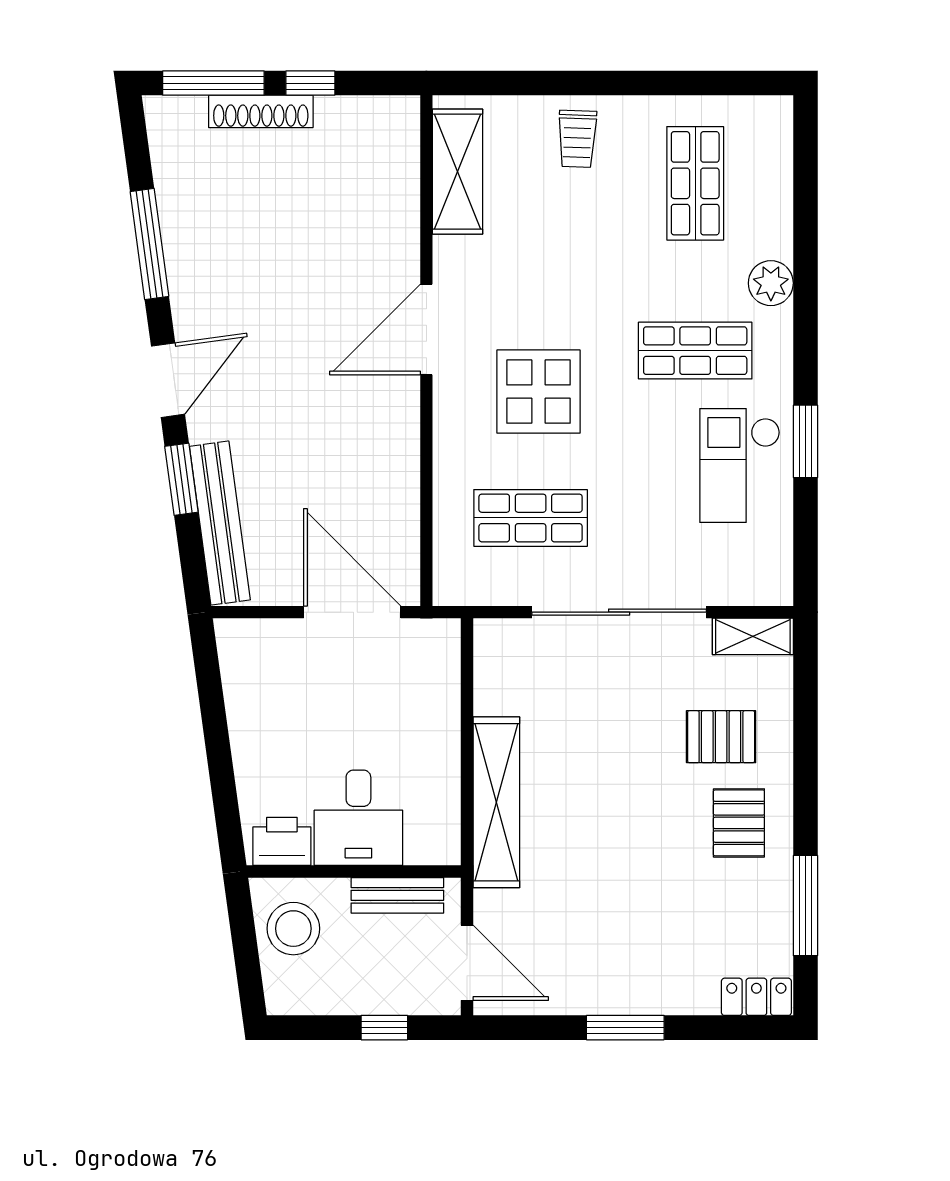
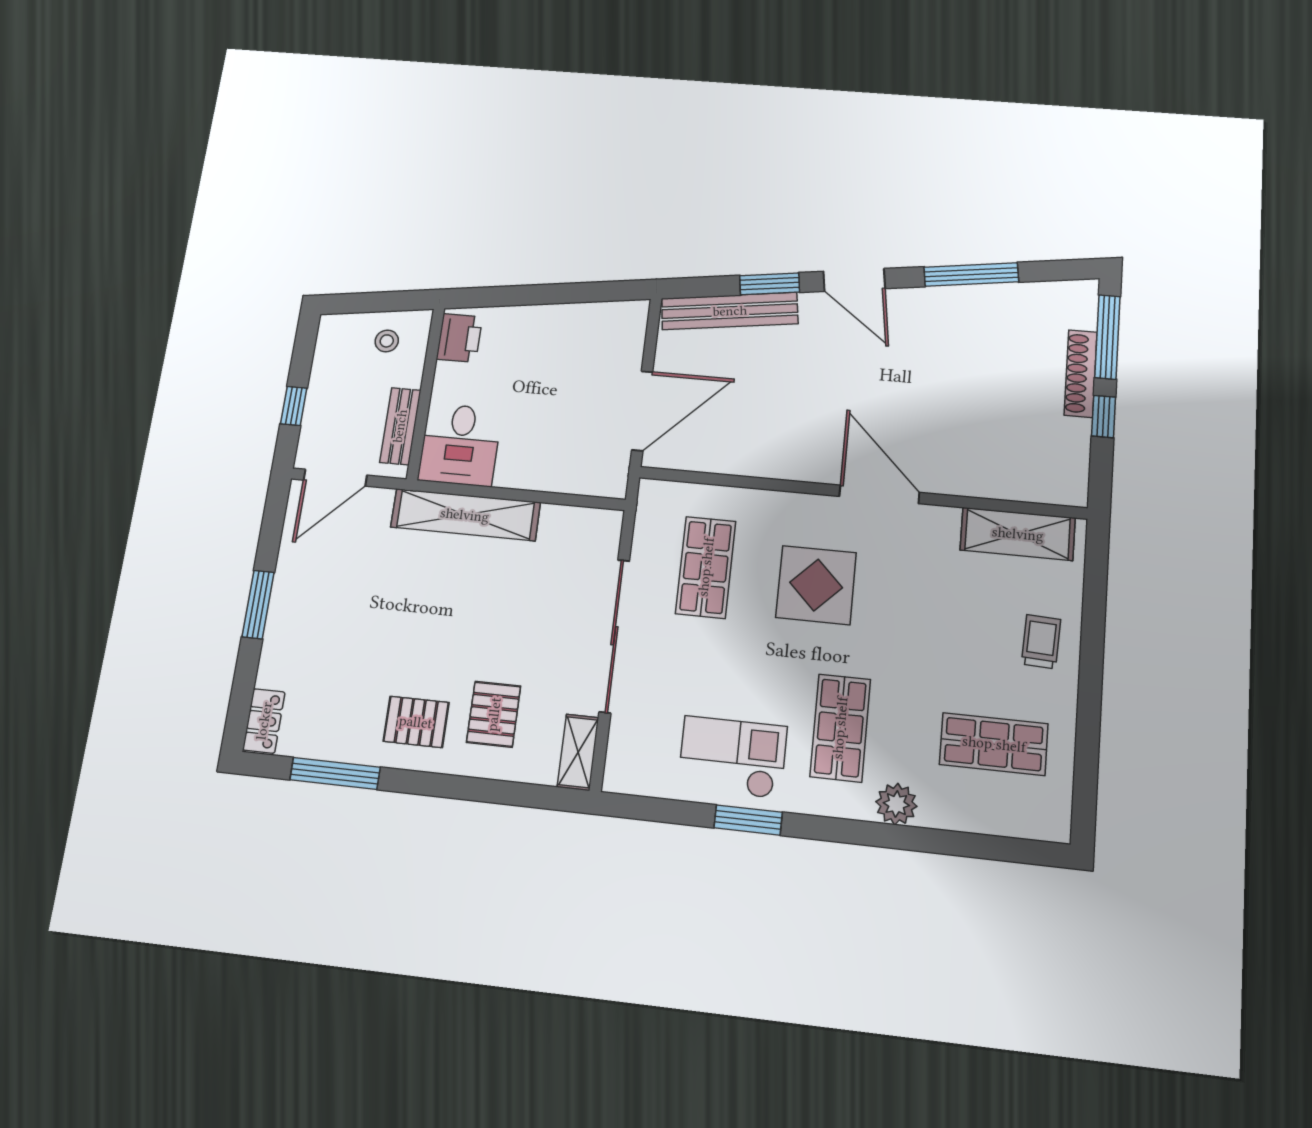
trolley: (577, 139) -> (1041, 642), turned 91
desk: (358, 818) -> (460, 445), moved, turned -90
stool: (293, 929) -> (387, 341), width x0.53, depth x0.53

